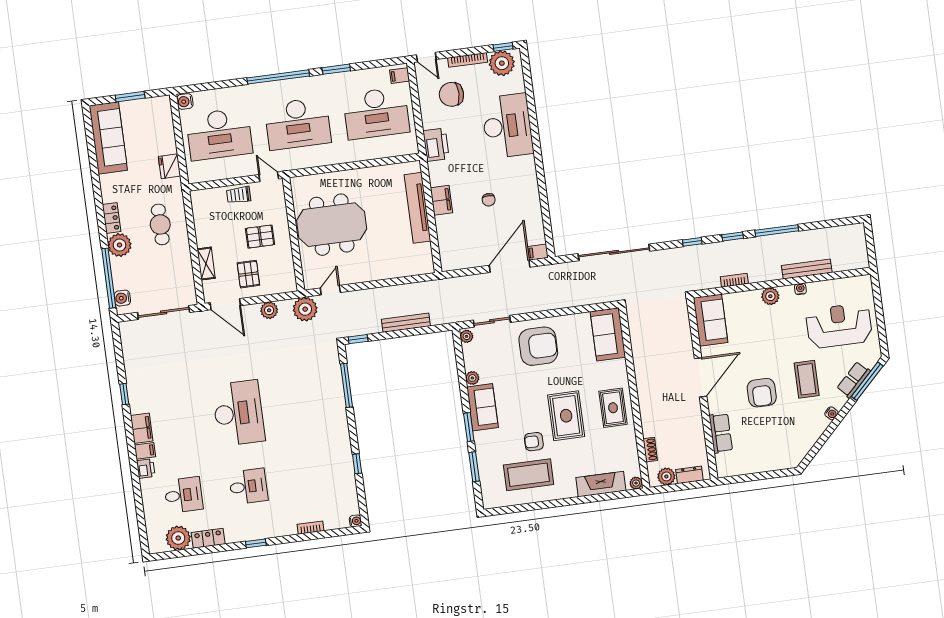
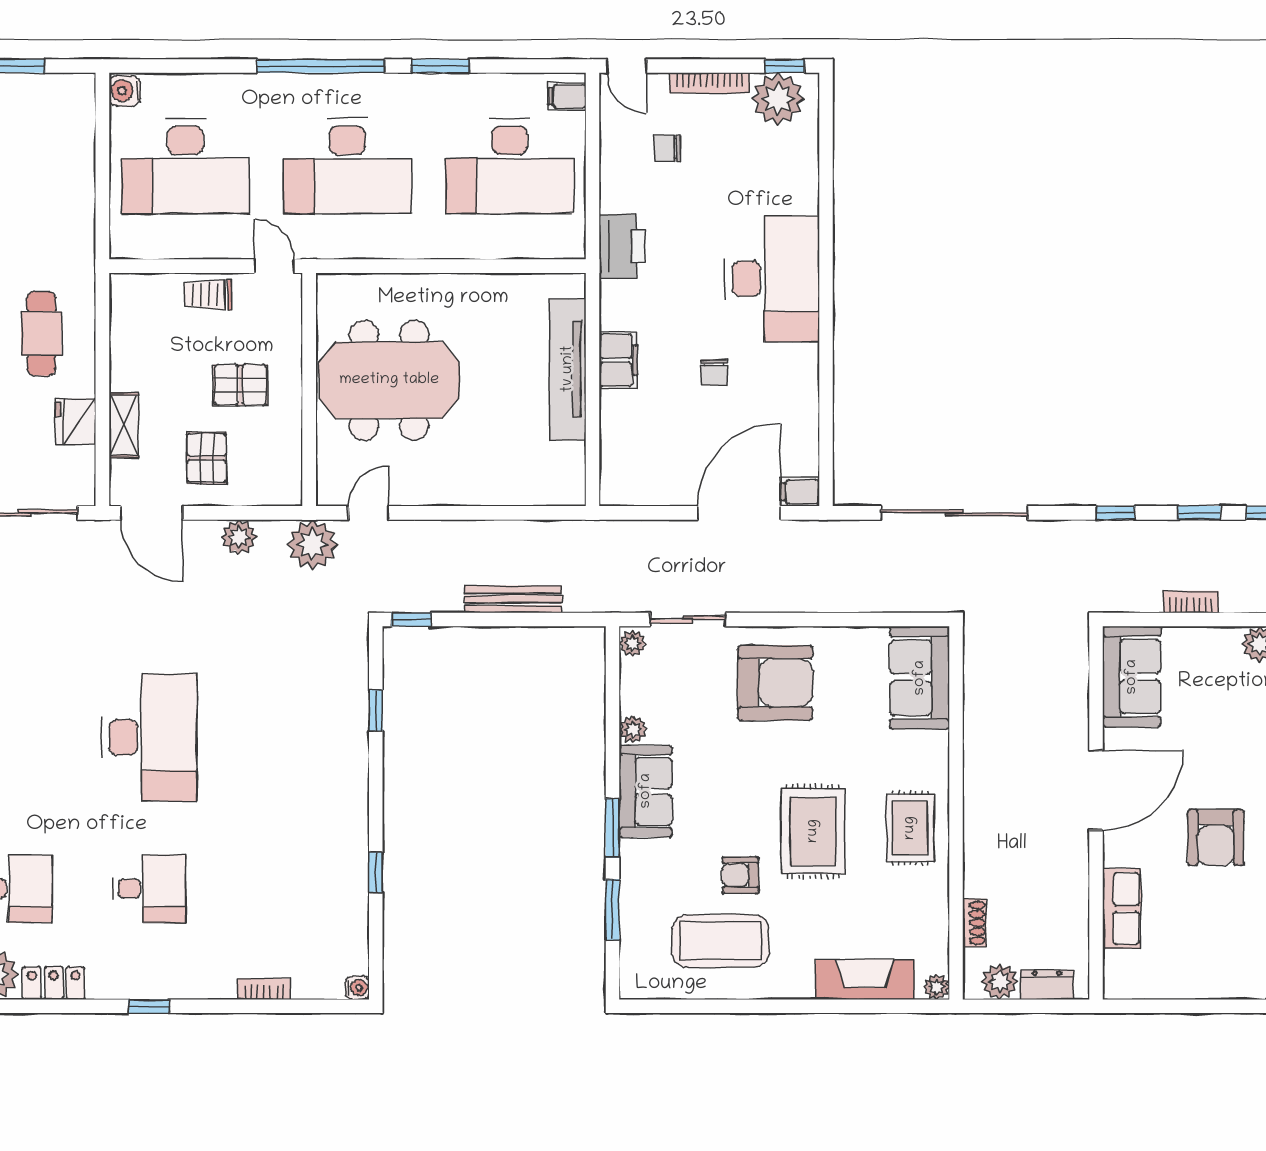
chair: (451, 94) -> (667, 148), width x0.54, depth x0.54
desk: (507, 126) -> (772, 279), moved
fridge: (169, 166) -> (76, 421), moved
window: (347, 385) -> (376, 710), width x0.46

